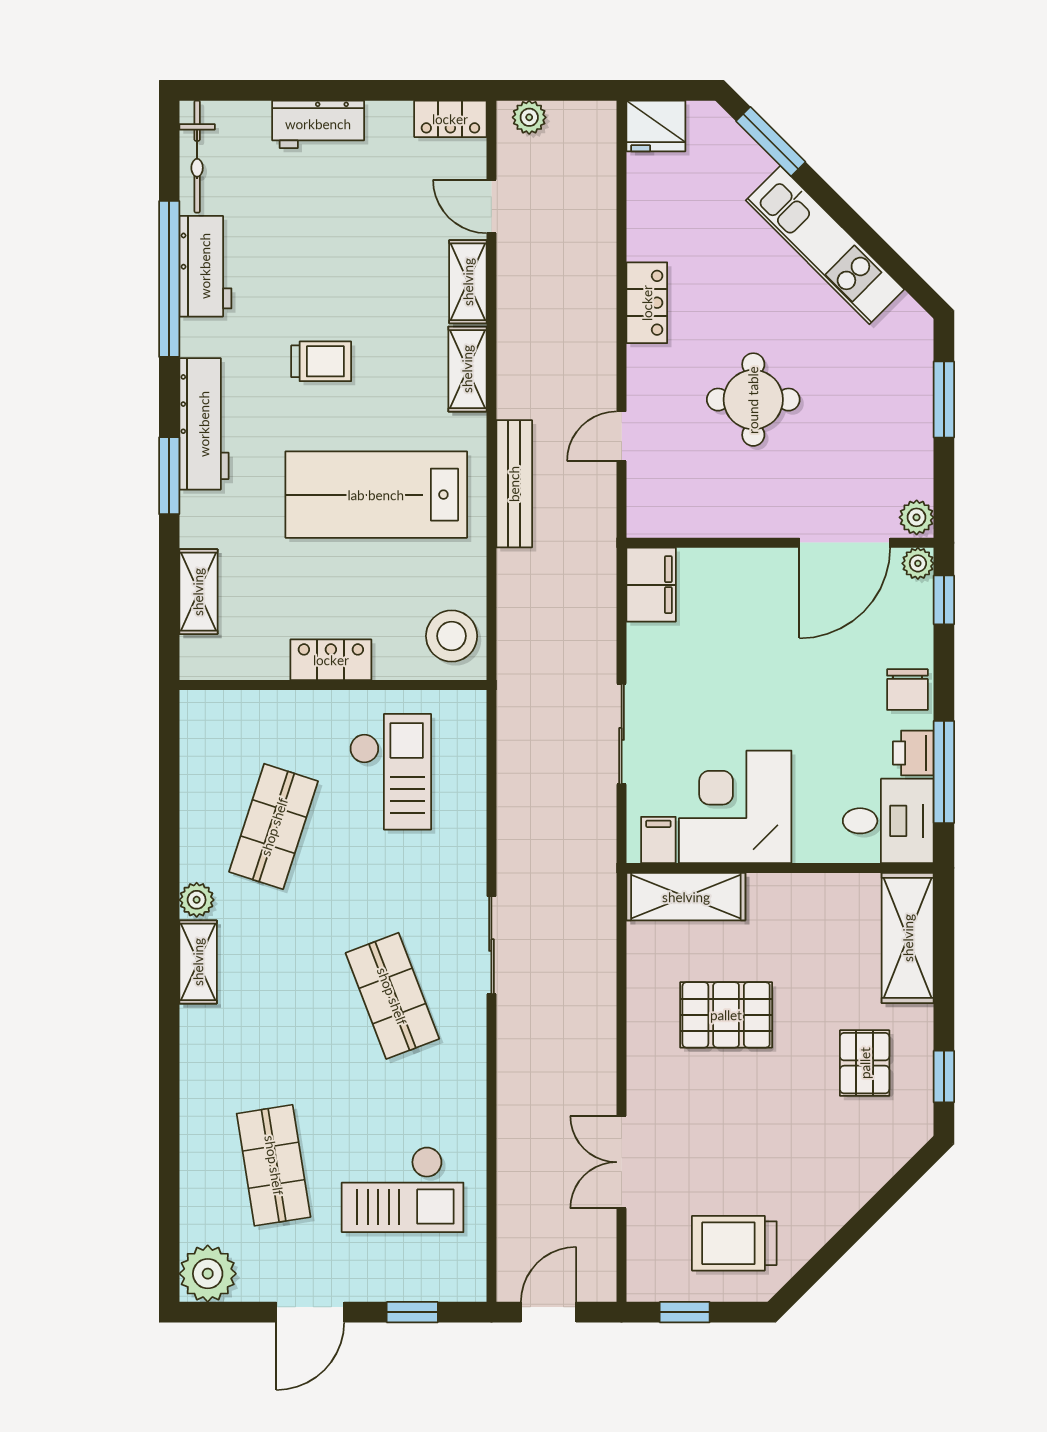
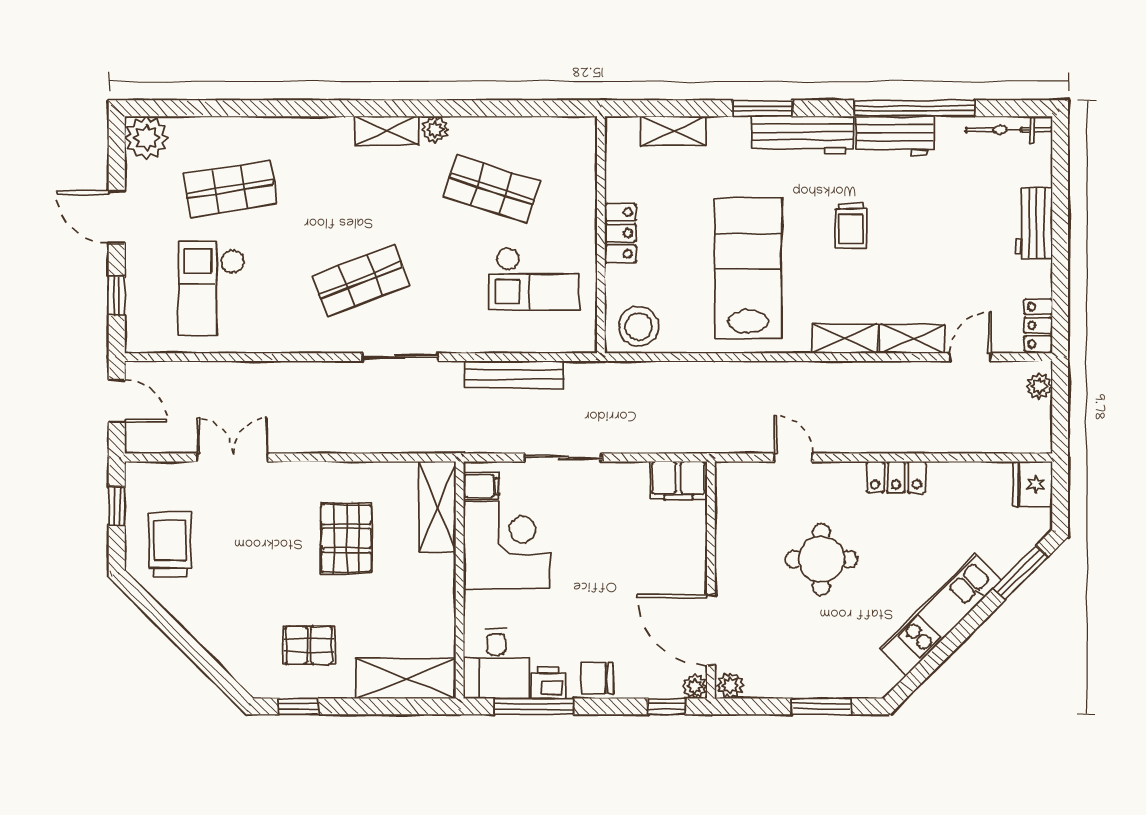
workbench: (205, 266) -> (895, 136), moved
bench: (514, 484) -> (514, 375), moved

